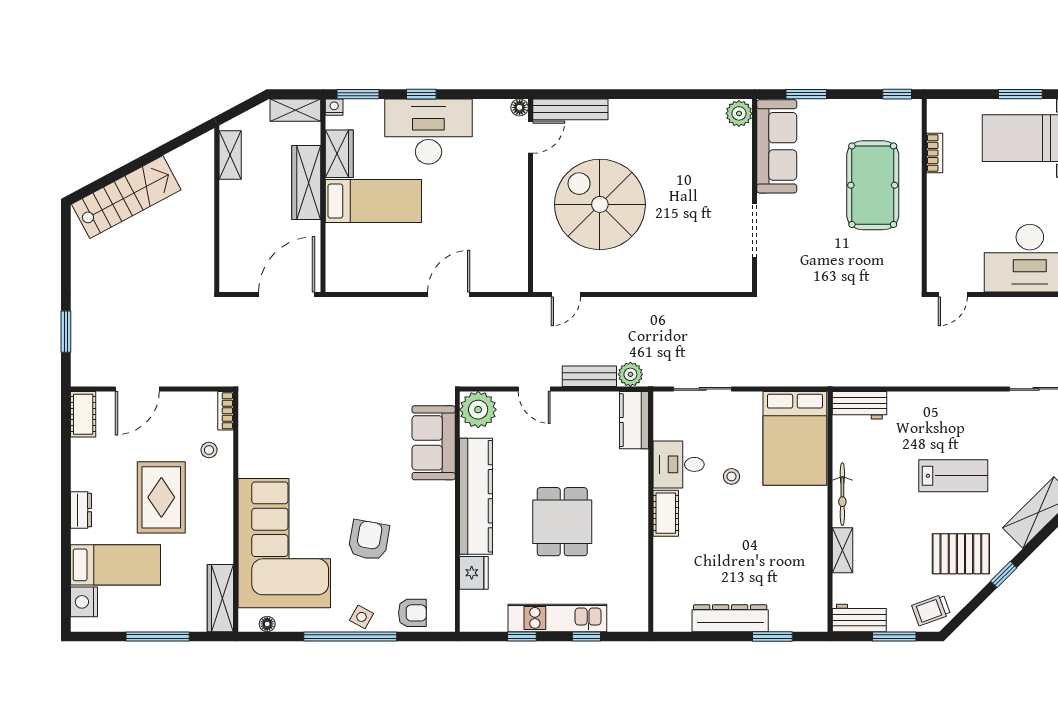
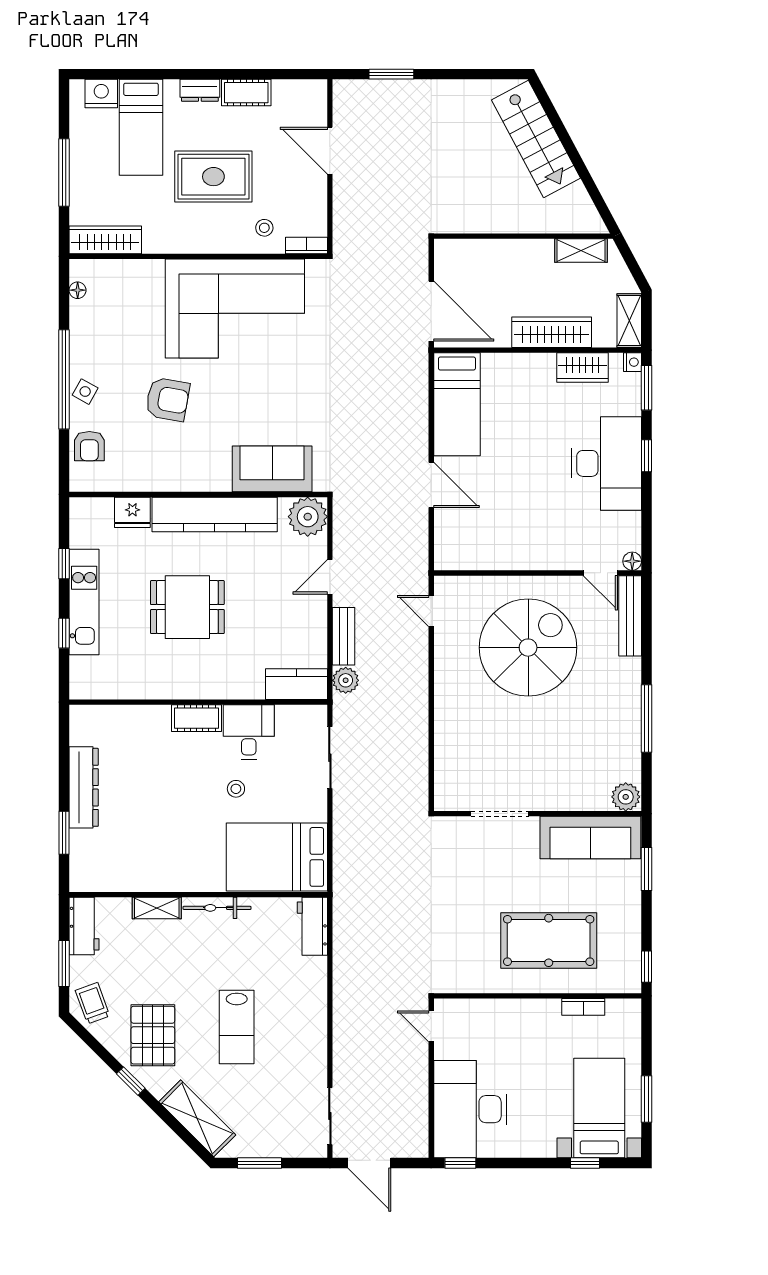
window: (666, 94) -> (646, 718), added
bed: (373, 201) -> (457, 404), moved
cot: (83, 414) -> (246, 93), moved
corner sofa: (284, 543) -> (235, 309), moved

